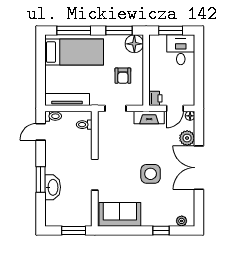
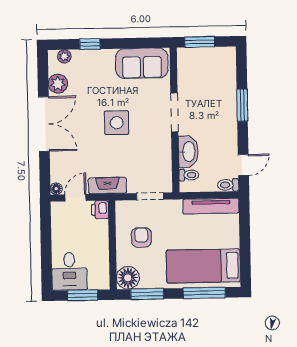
plant: (187, 138) -> (58, 84), moved
side table: (151, 174) -> (117, 123), moved
washbasin: (53, 187) -> (188, 152), moved, turned 180

